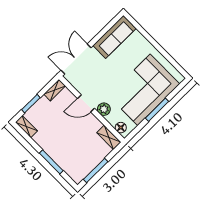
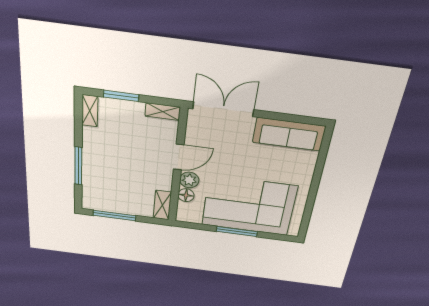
door: (86, 103) -> (179, 157), swing flipped
floor lamp: (121, 128) -> (186, 195), moved

